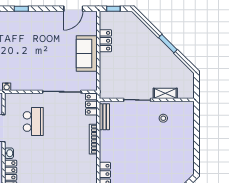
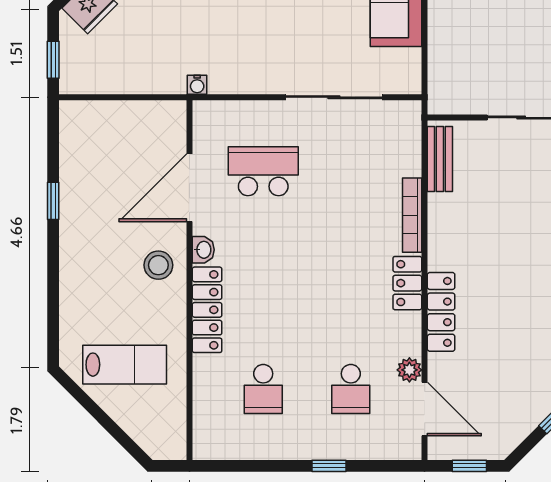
locker: (91, 104) -> (407, 283), moved
school desk: (33, 122) -> (263, 171), turned -90

